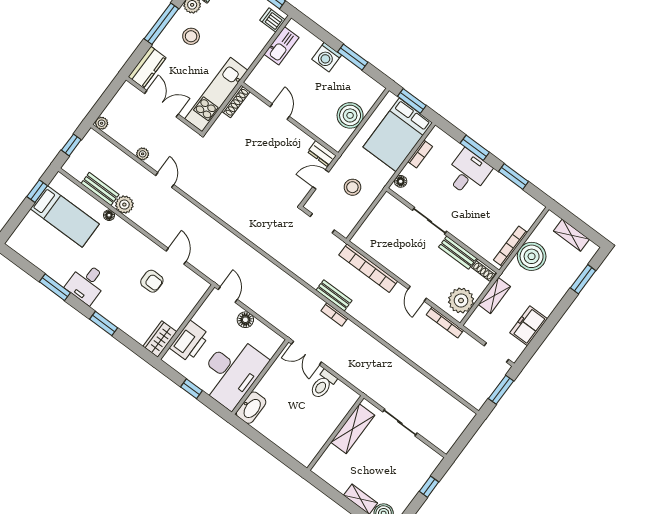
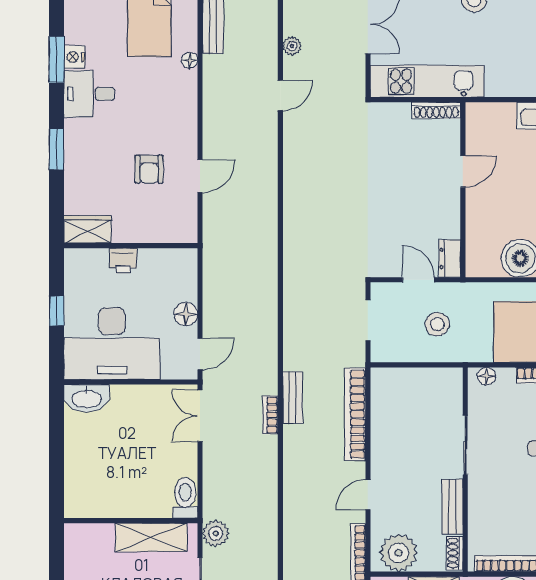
plant: (124, 205) -> (216, 533), moved
nightstand: (61, 277) -> (74, 57), added
door: (228, 295) -> (200, 354), moved
printer: (189, 341) -> (123, 261), width x0.53, depth x0.68
toilet: (323, 385) -> (185, 498), moved, turned 90

